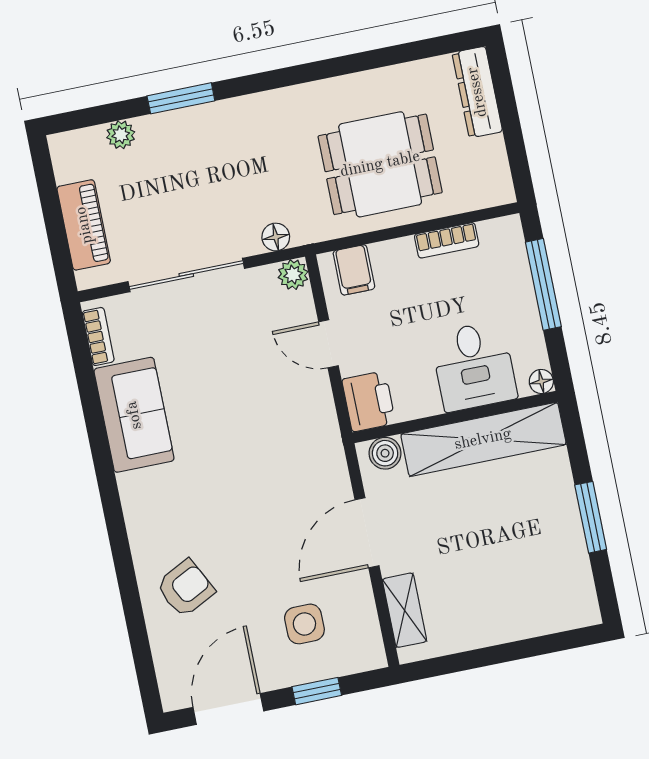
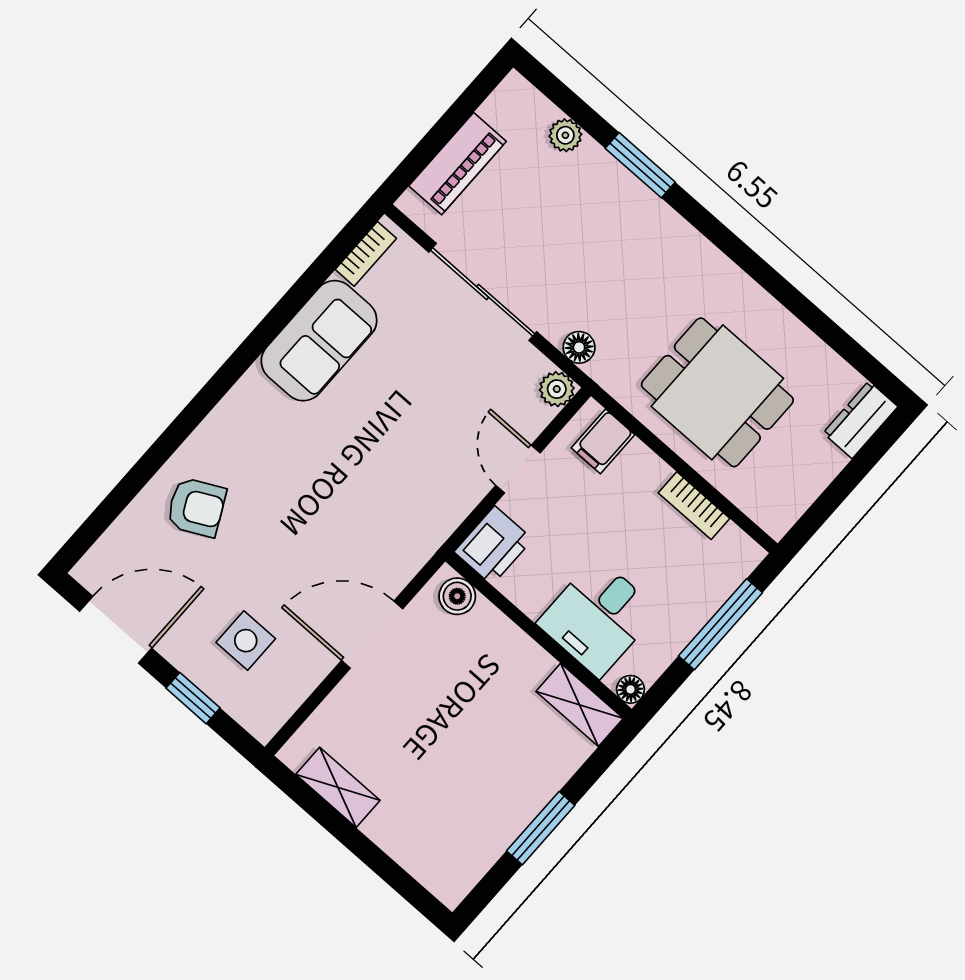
dresser: (477, 92) -> (860, 420), width x0.70
shelving: (483, 439) -> (580, 705), width x0.45, depth x0.75
shelving: (405, 610) -> (338, 787), moved, turned 90

